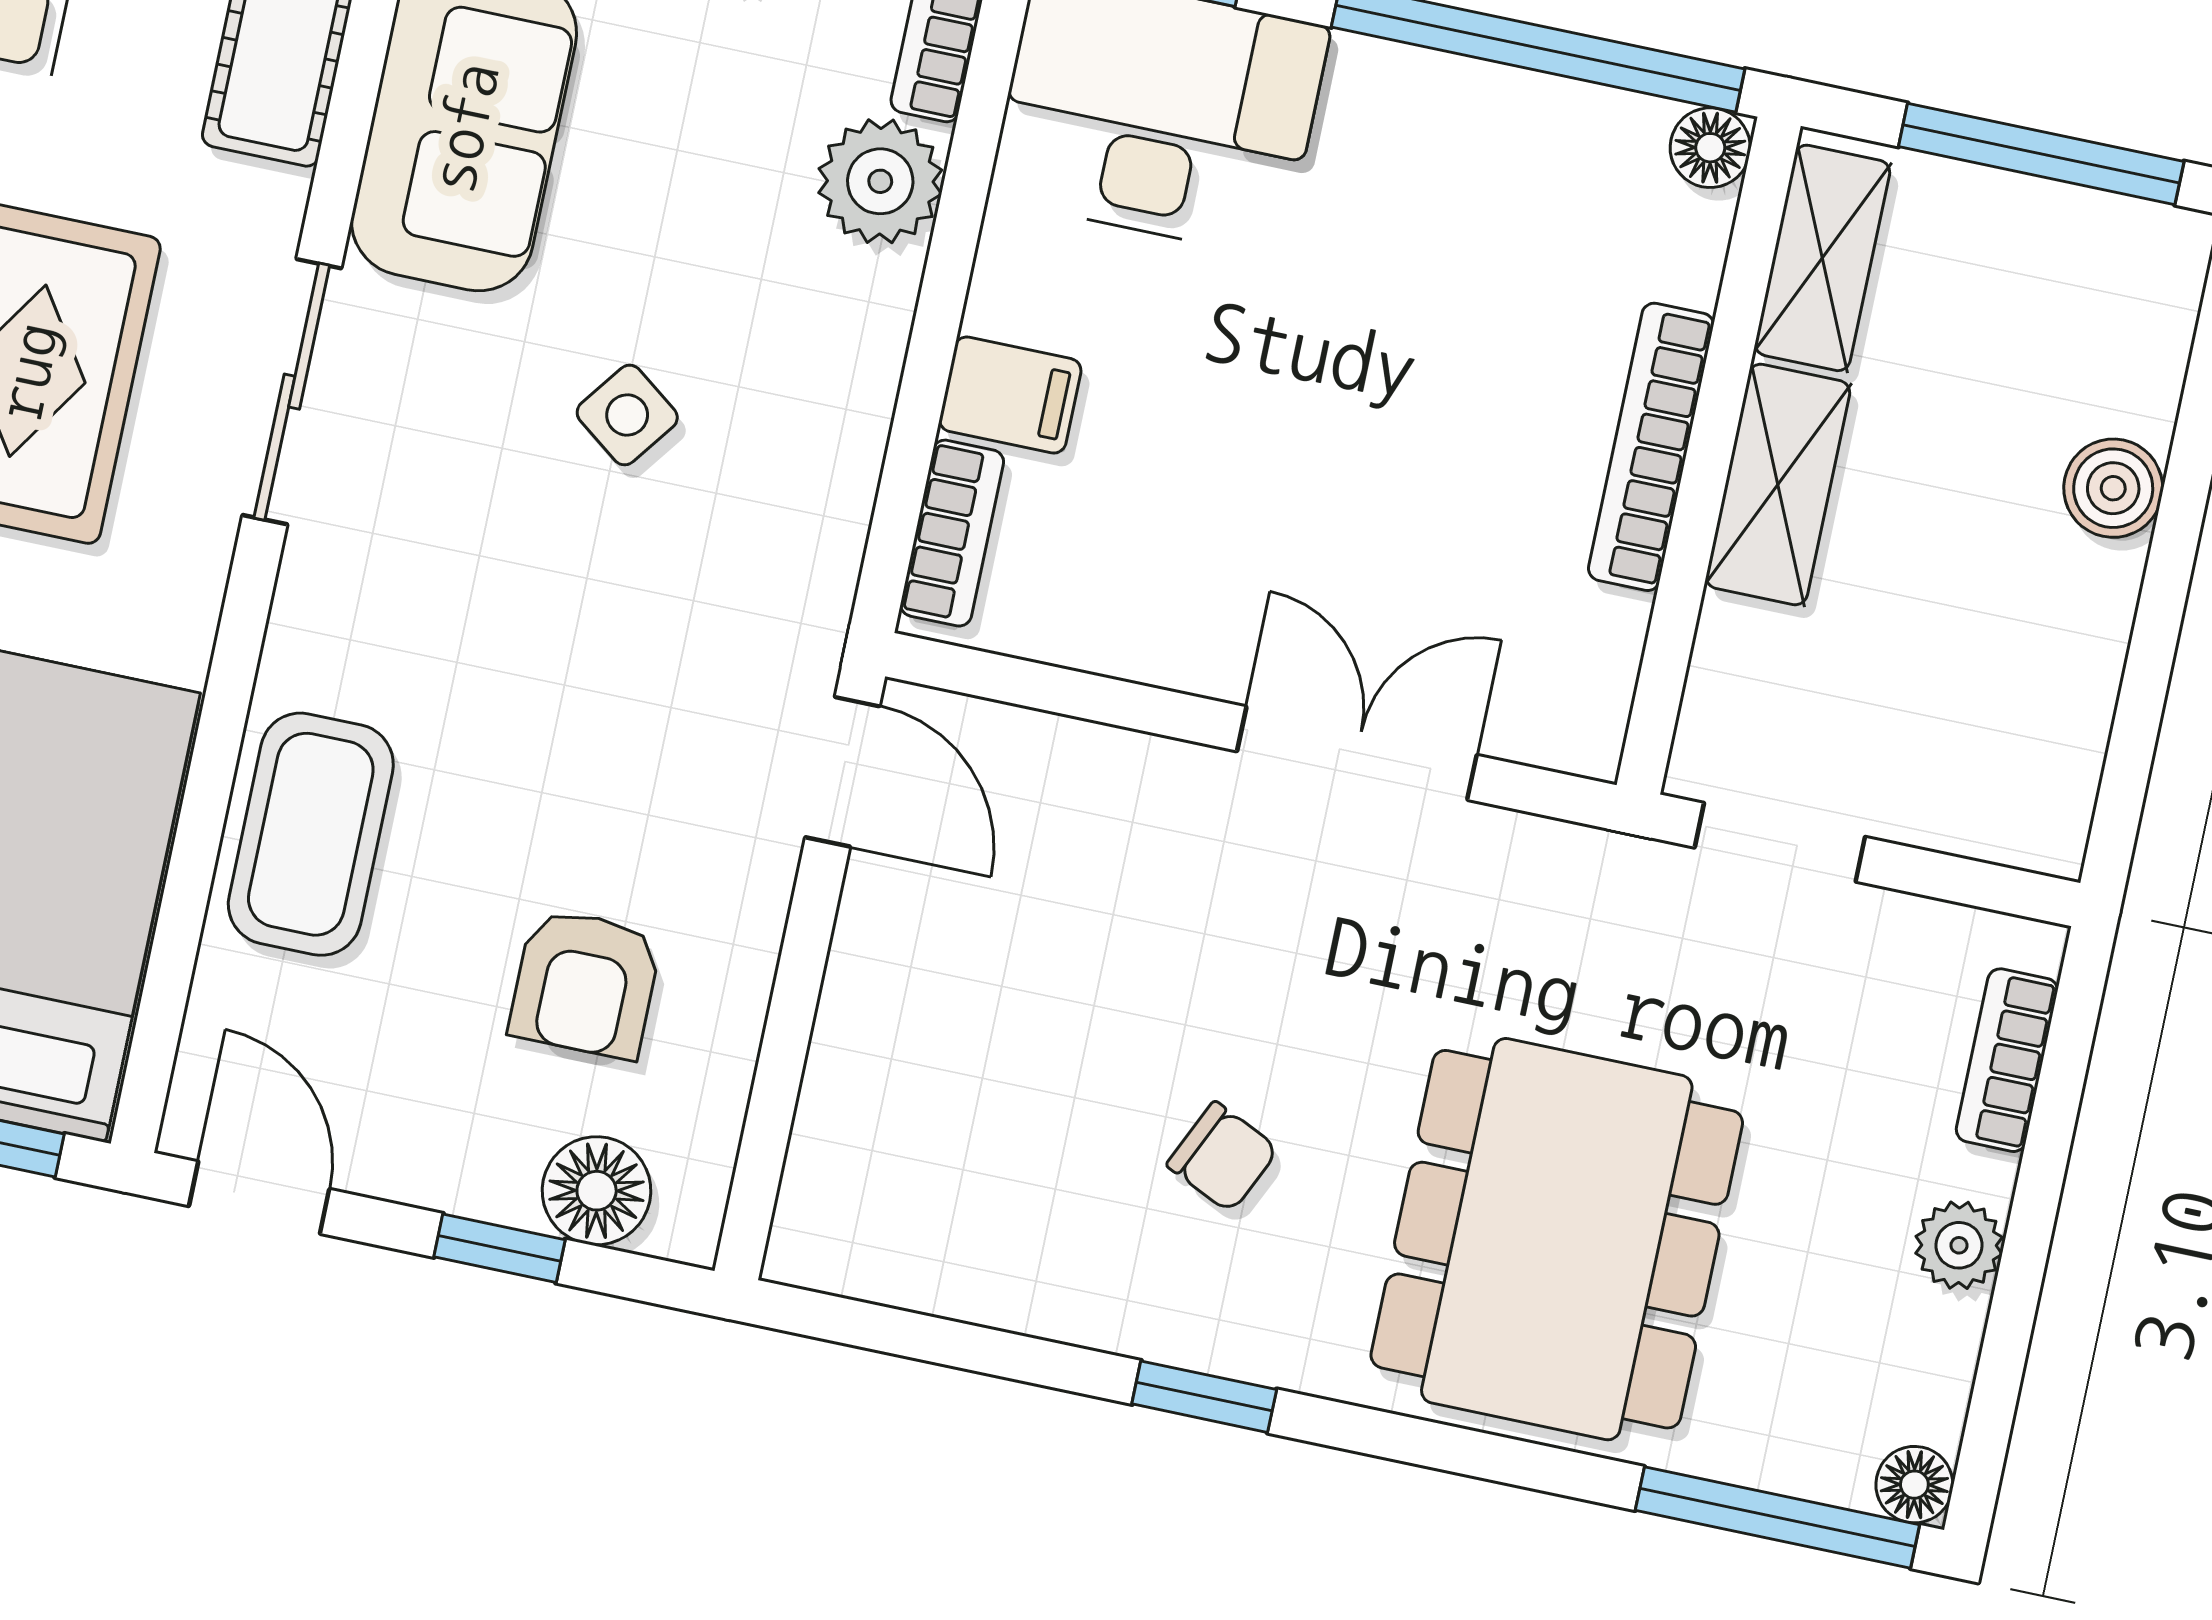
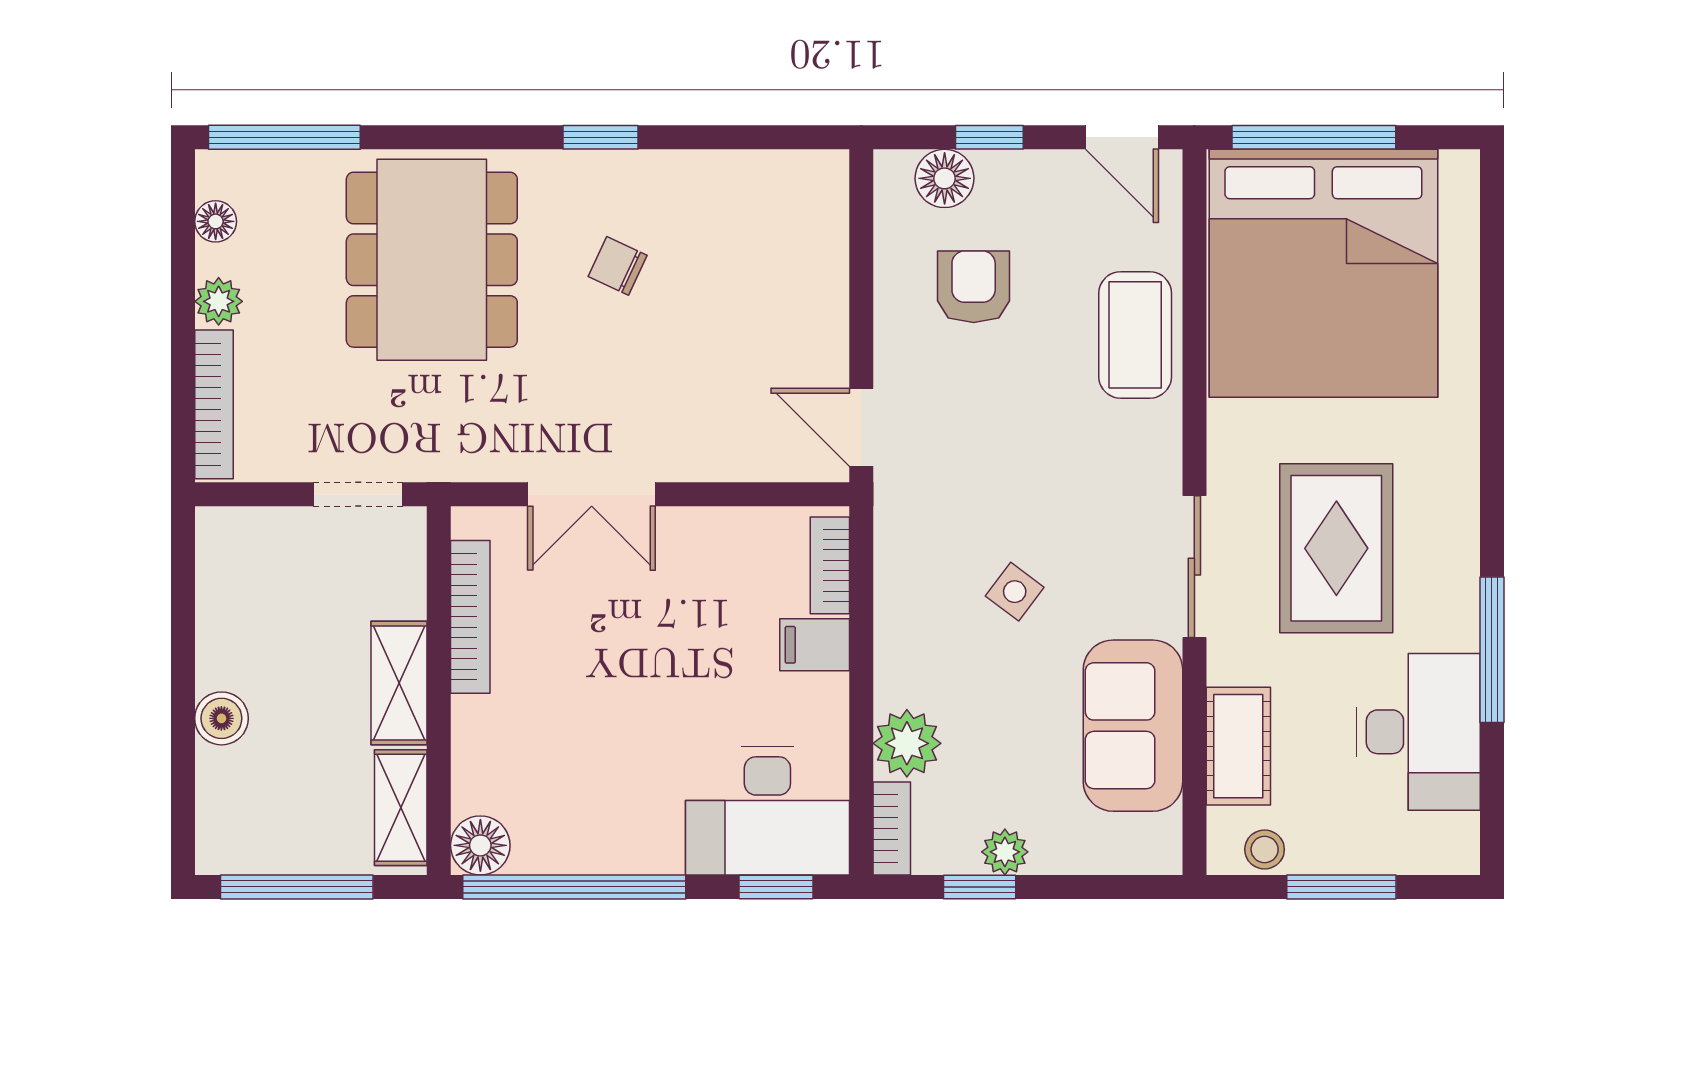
floor lamp: (1710, 148) -> (480, 845), width x1.37, depth x1.37
bookcase: (1651, 447) -> (470, 617), moved
bookcase: (2007, 1060) -> (214, 404), width x1.56
floor lamp: (1914, 1485) -> (216, 221), moved

